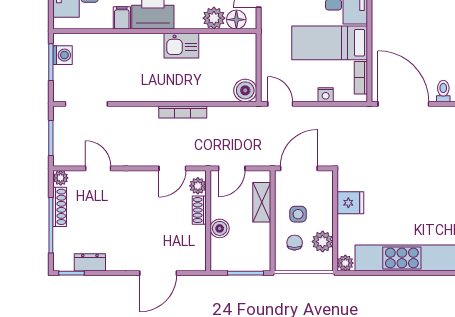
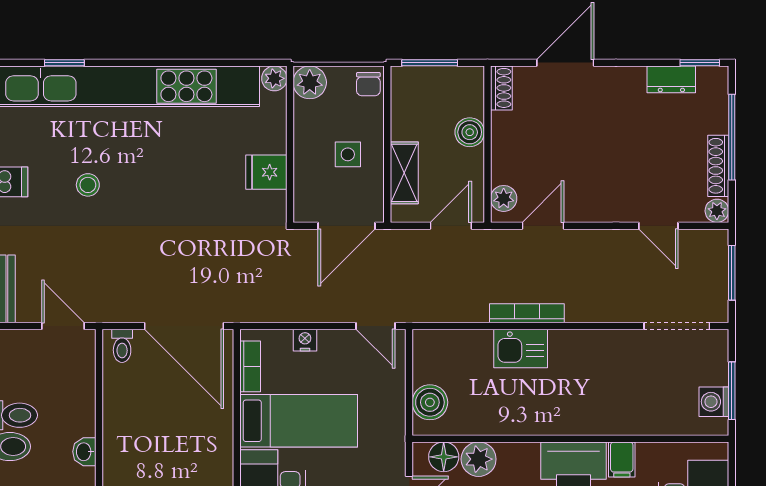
kitchen sink: (181, 46) -> (521, 348), moved, turned 180
boiler: (245, 90) -> (430, 402), moved
shoe rack: (199, 210) -> (501, 88), moved
plant: (323, 242) -> (310, 82), moved
chair: (295, 243) -> (368, 84), moved

